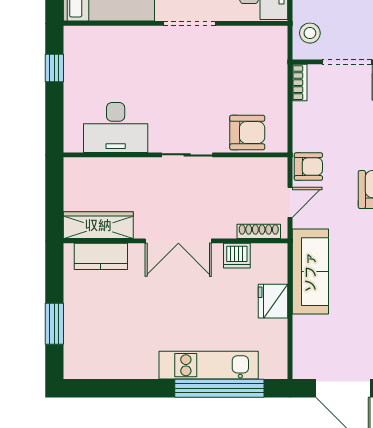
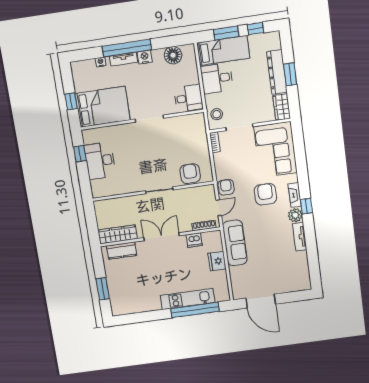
desk: (116, 128) -> (100, 161), moved, turned 90
armchair: (247, 133) -> (190, 174), turned -90
armchair: (308, 167) -> (226, 187), turned -90
double door: (178, 241) -> (162, 237), swing flipped

